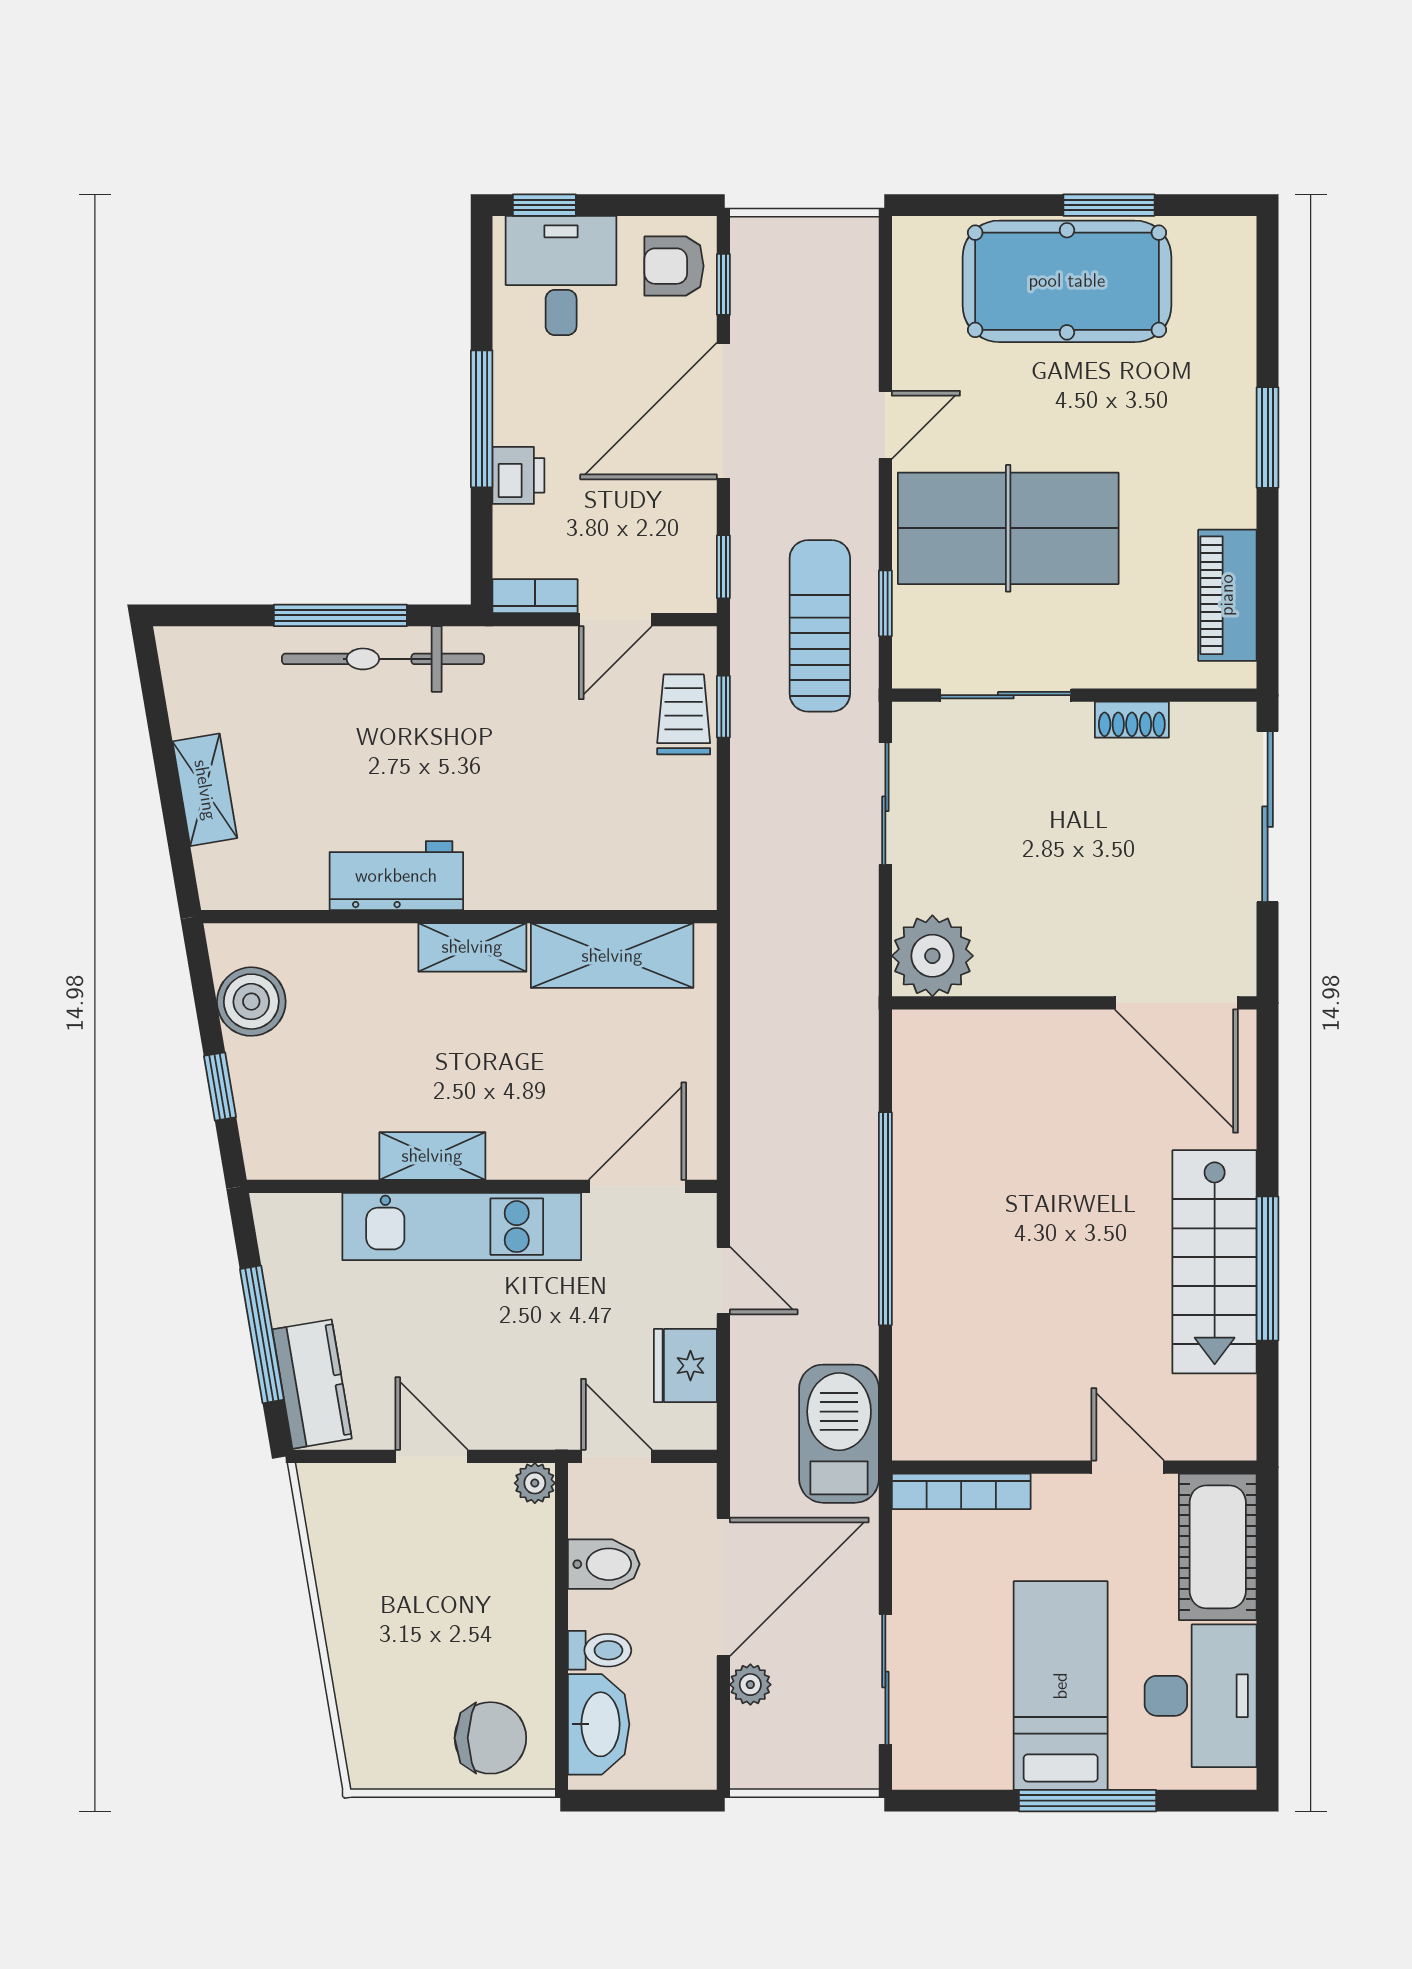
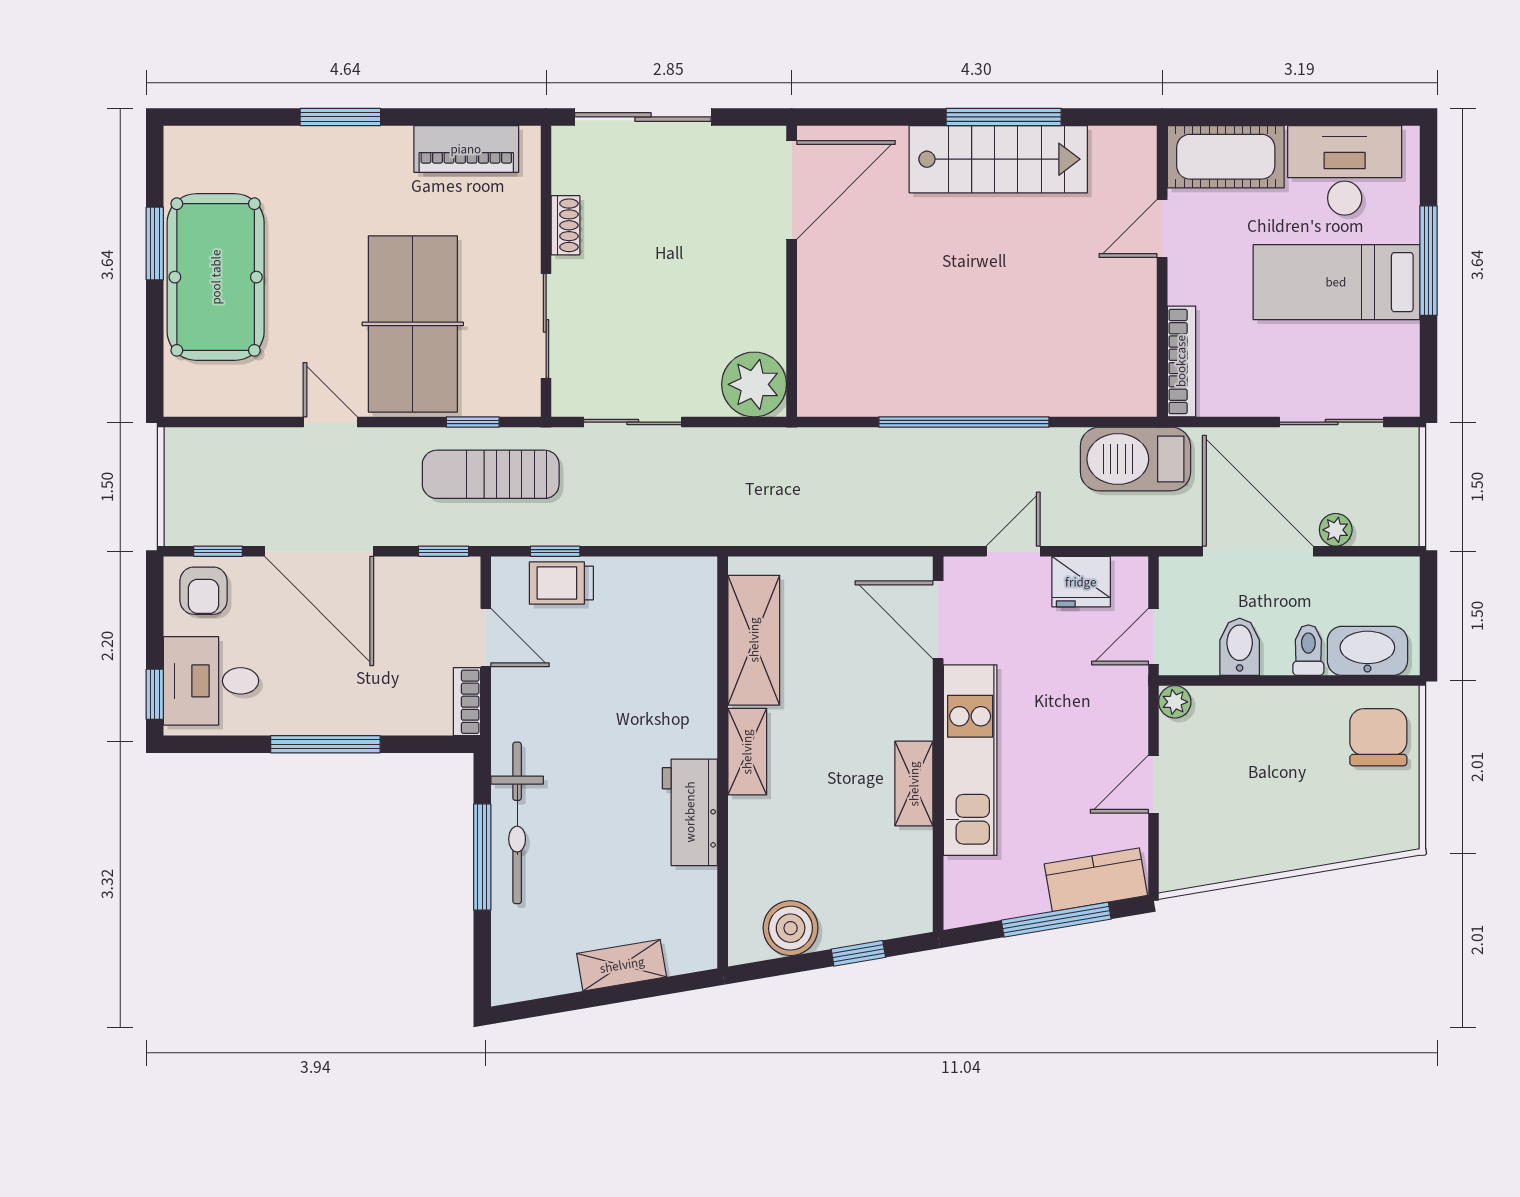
printer: (518, 475) -> (371, 715), removed

